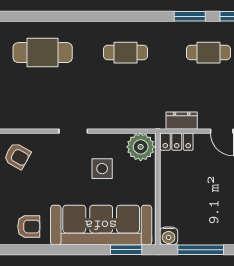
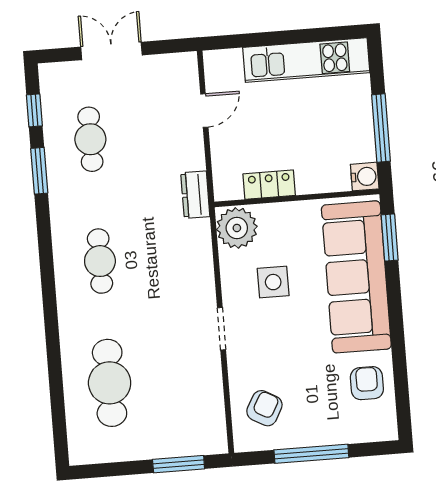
dresser: (182, 121) -> (195, 195), moved
locker: (177, 142) -> (269, 185), moved, turned -90

